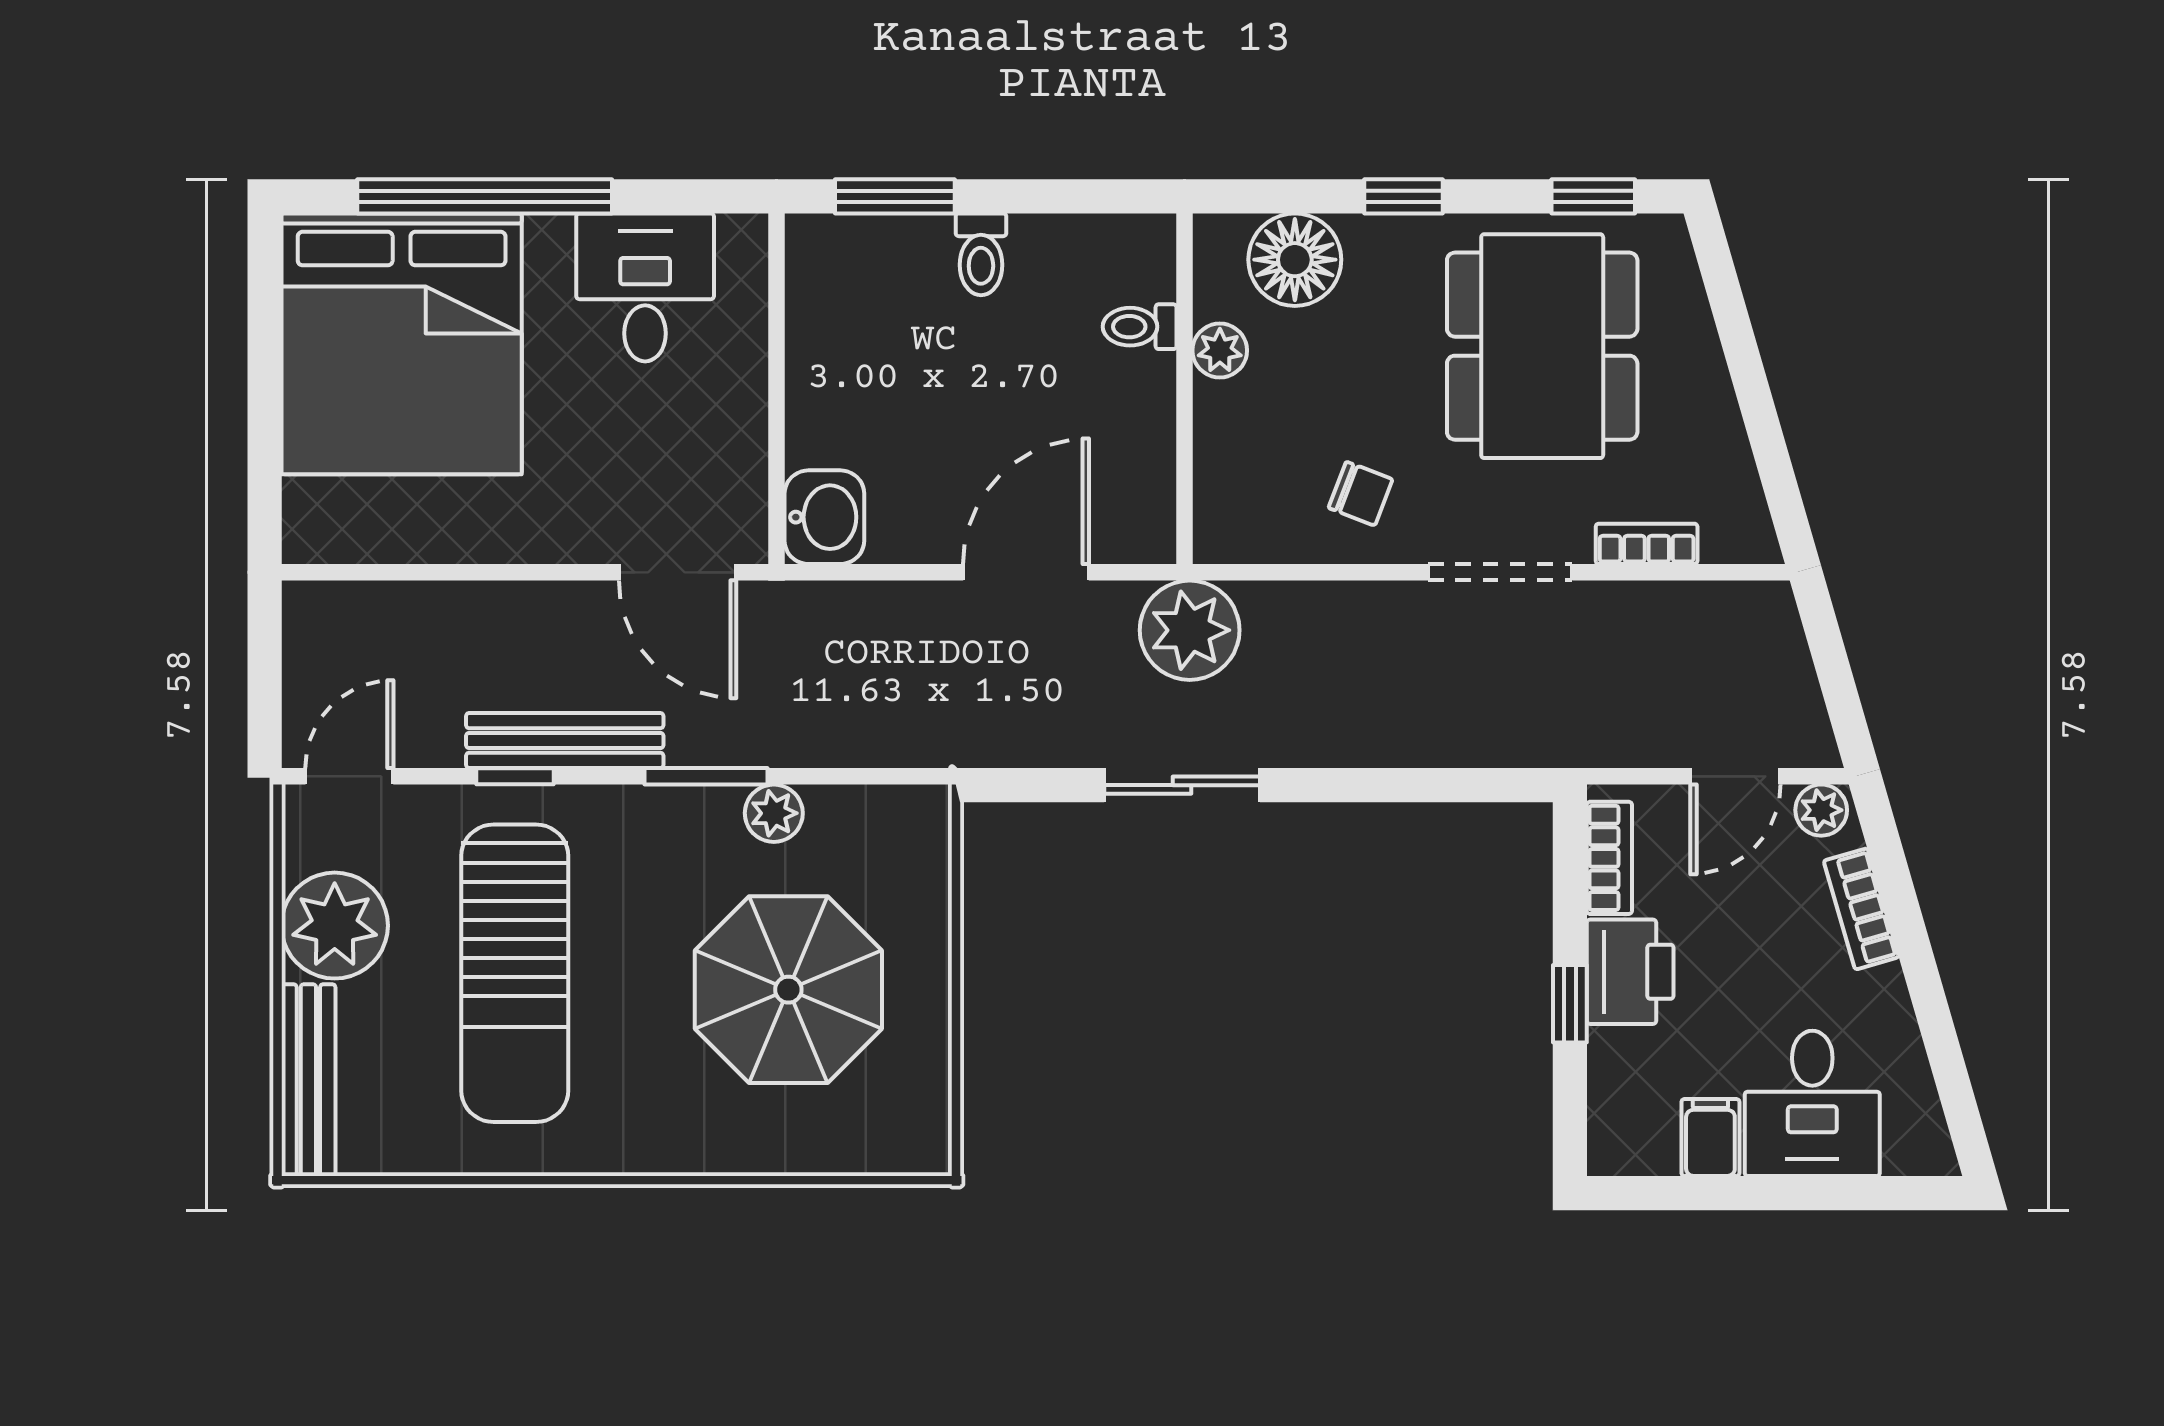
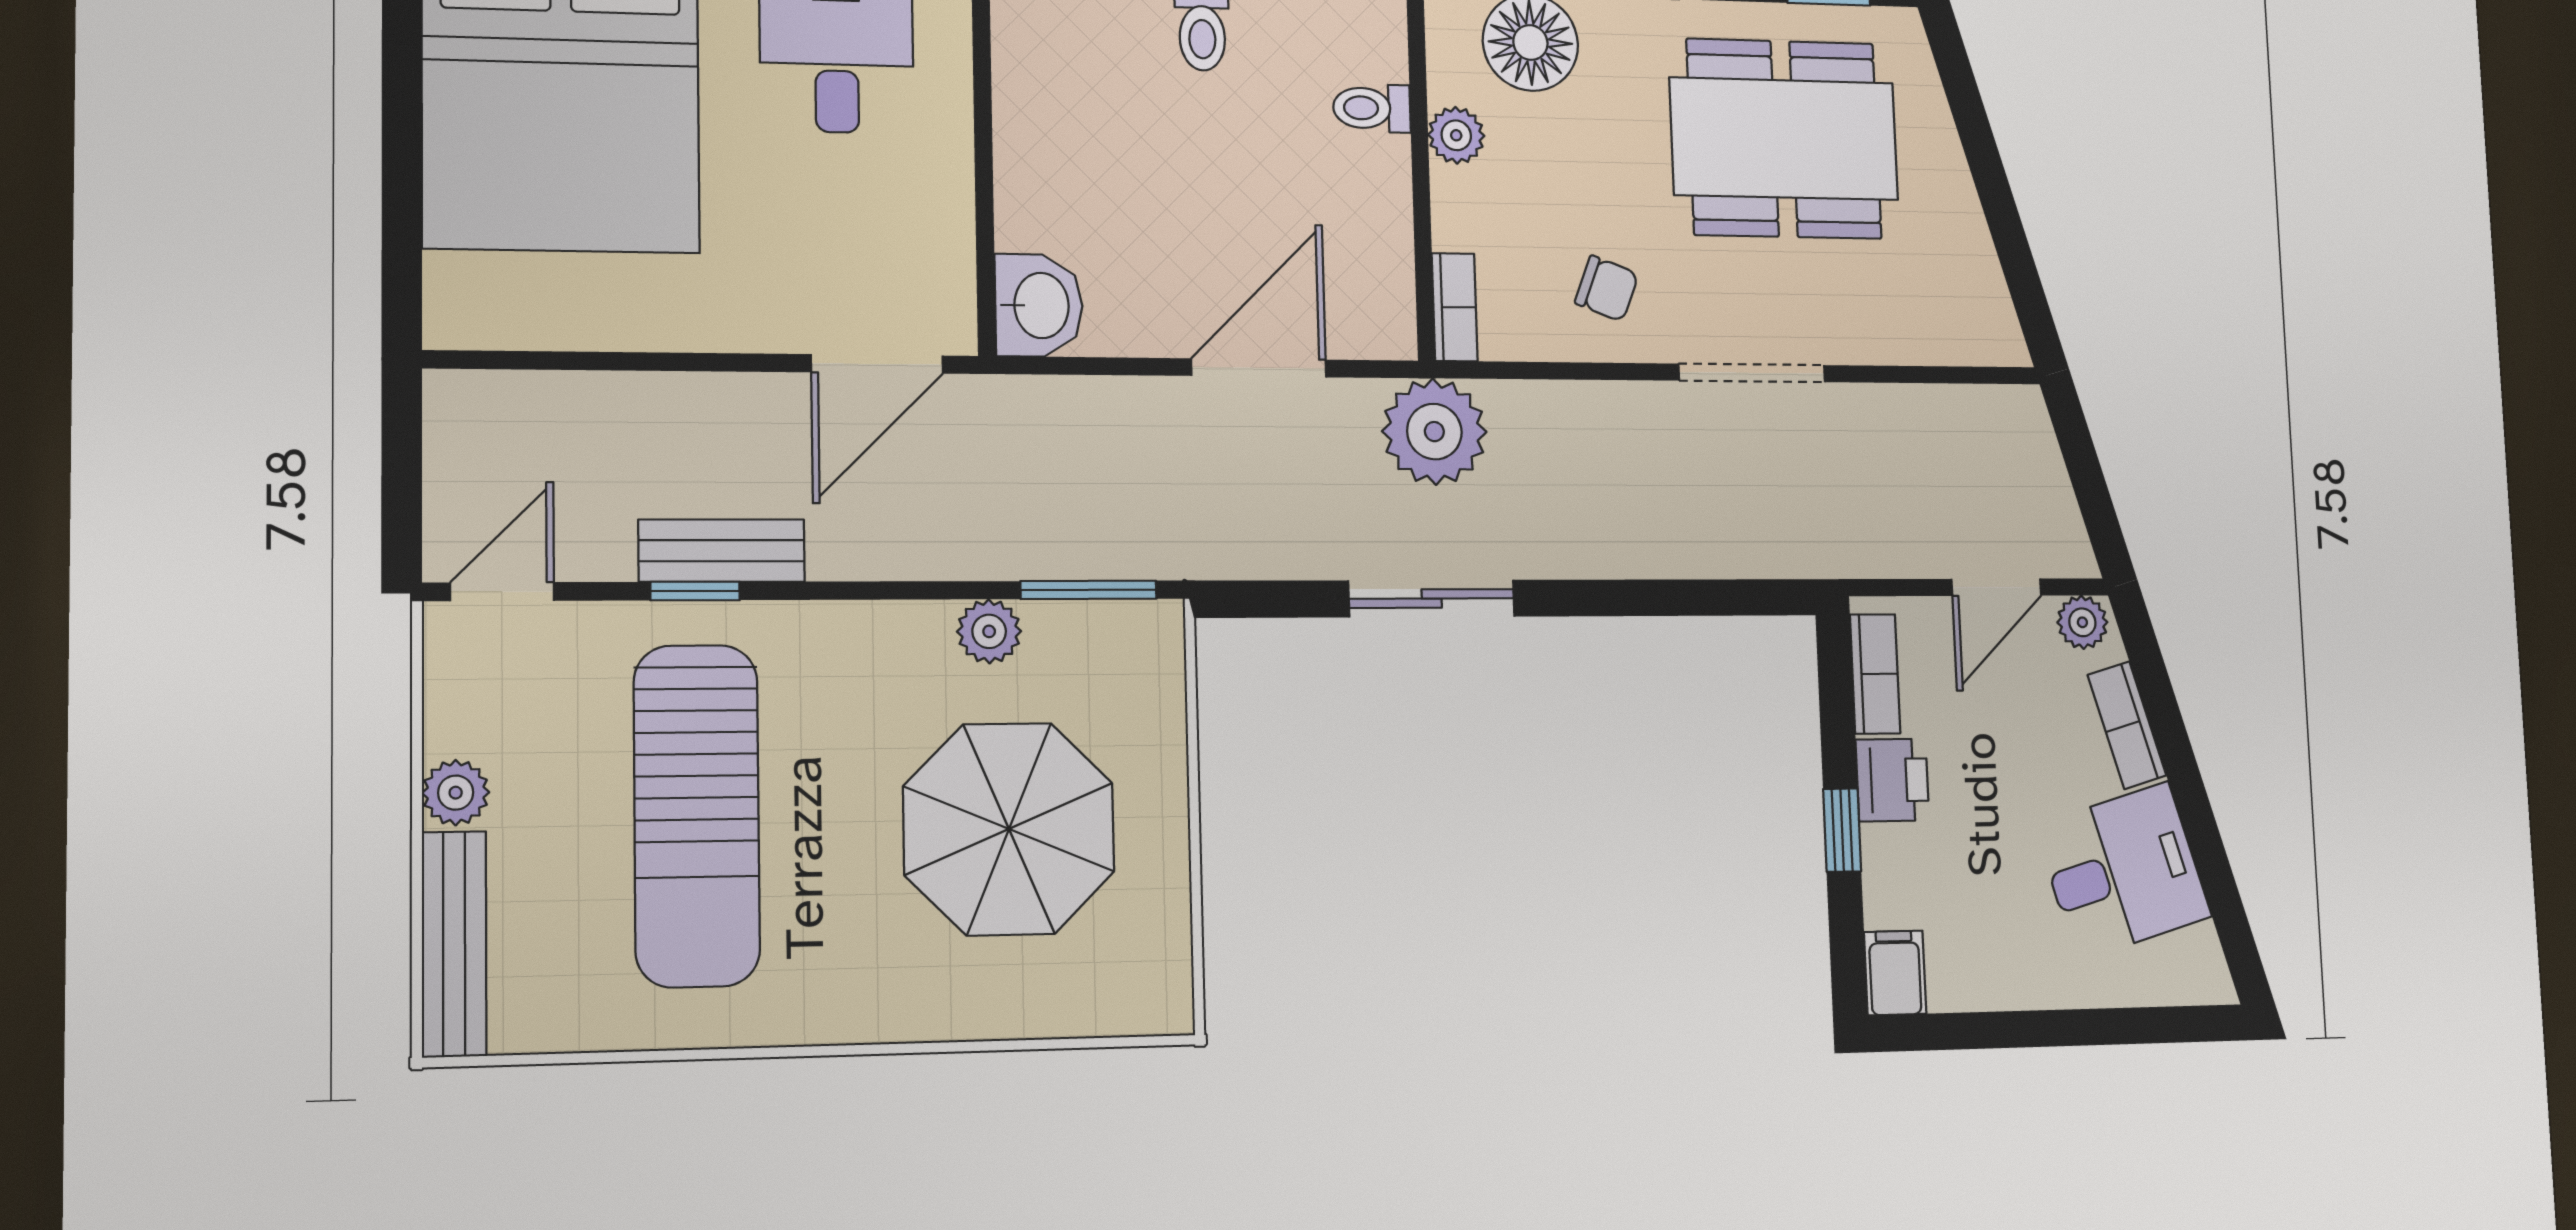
dining table: (1542, 346) -> (1784, 139), turned 90
bookcase: (1647, 544) -> (1455, 307), moved, turned 90
door: (678, 572) -> (877, 364), hinge flipped
bench: (565, 740) -> (722, 551), width x0.73
window: (706, 776) -> (1089, 590), moved
plant: (335, 926) -> (456, 793), width x0.53, depth x0.53
printer: (1630, 972) -> (1892, 780), width x0.73, depth x0.81
desk: (1812, 1103) -> (2123, 871), moved, turned -106
filing cabinet: (1710, 1137) -> (1895, 973), moved

